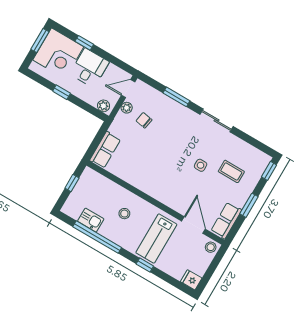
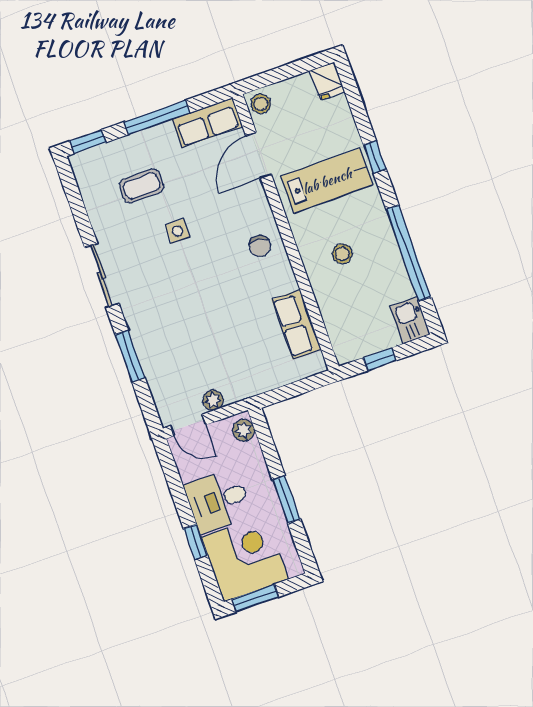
window: (62, 92) -> (286, 499), width x1.50
chair: (144, 120) -> (260, 246), moved
row of seats: (105, 150) -> (296, 325), moved, turned -90
coffee table: (231, 171) -> (142, 186), turned 90
window: (249, 205) -> (157, 117), width x1.44
kitchen sink: (91, 220) -> (410, 320), moved

